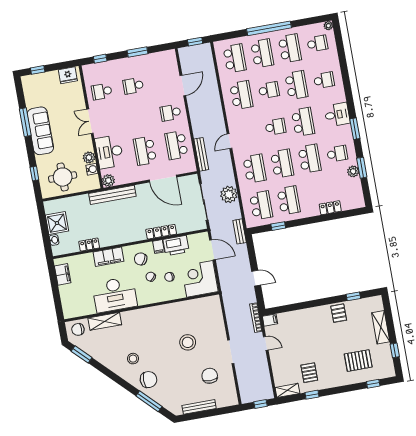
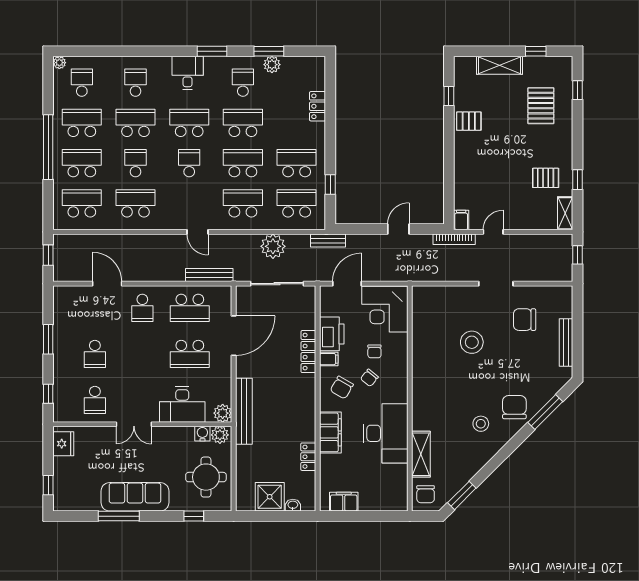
plant: (89, 157) -> (220, 435), moved

